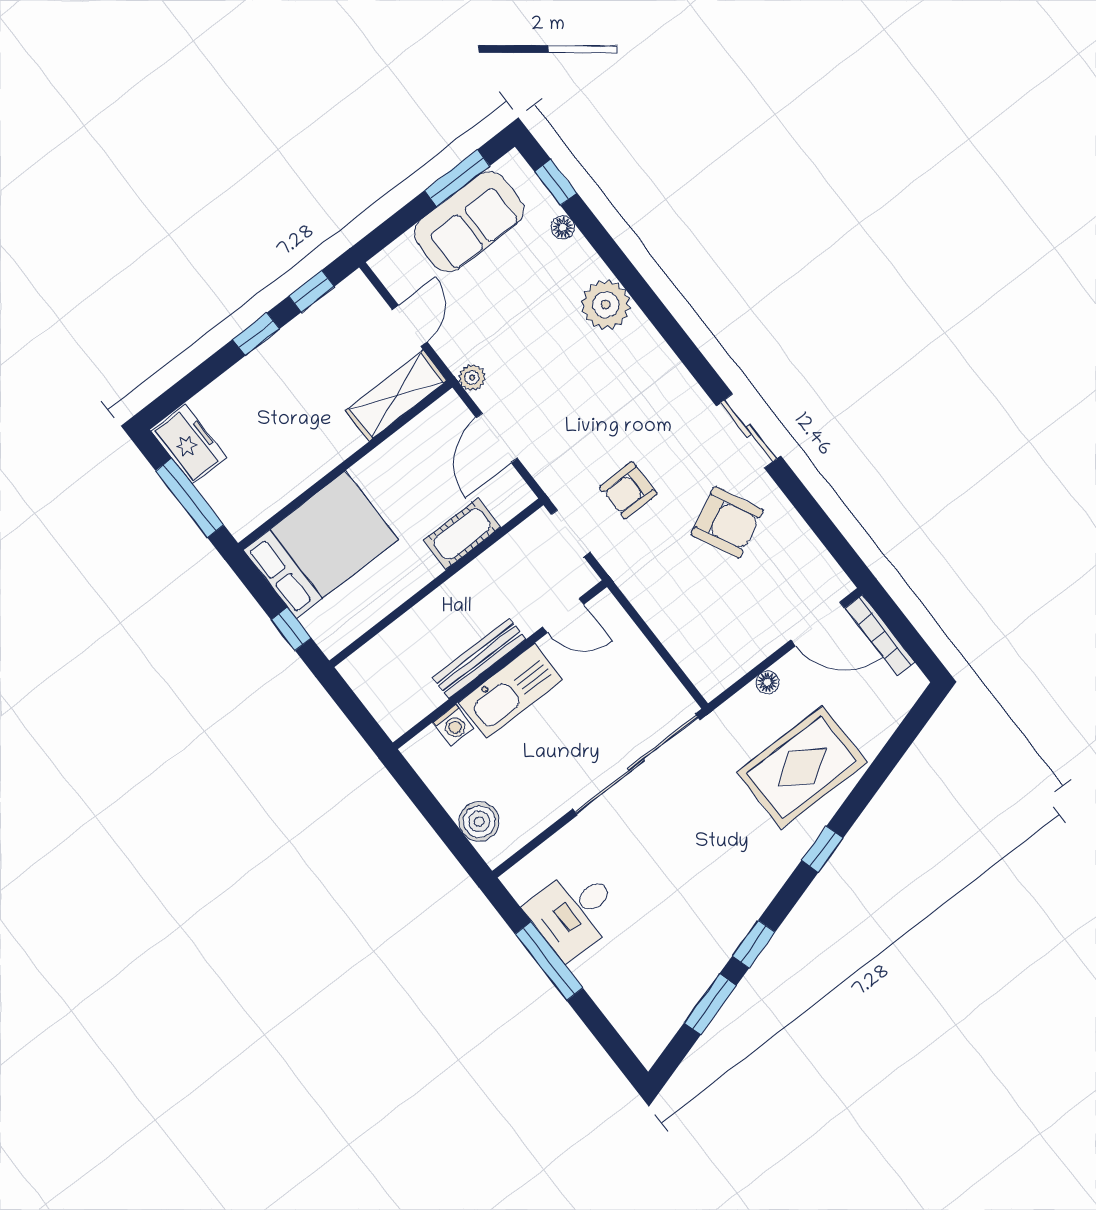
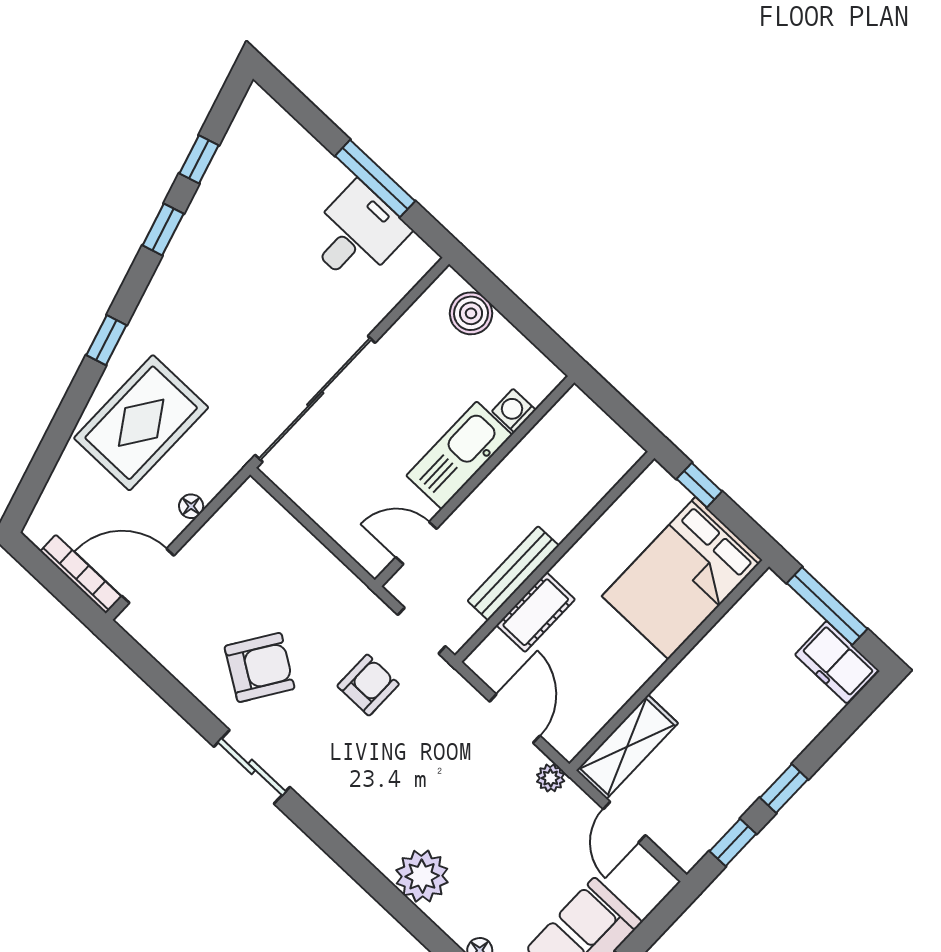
armchair: (727, 522) -> (260, 667), turned 149
bench: (479, 658) -> (513, 573), moved
window: (710, 1004) -> (199, 159), width x0.67

